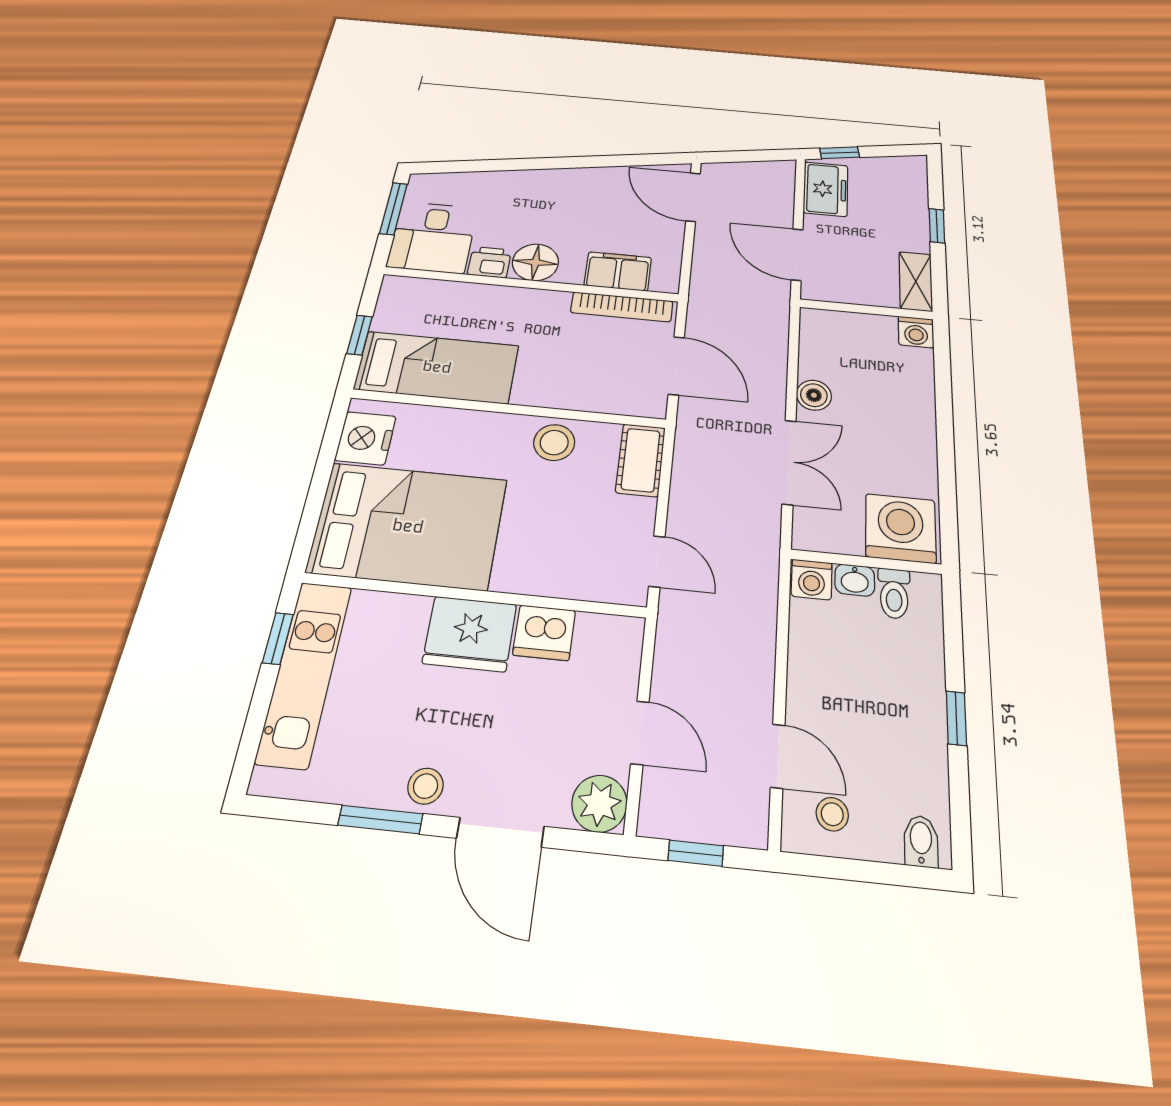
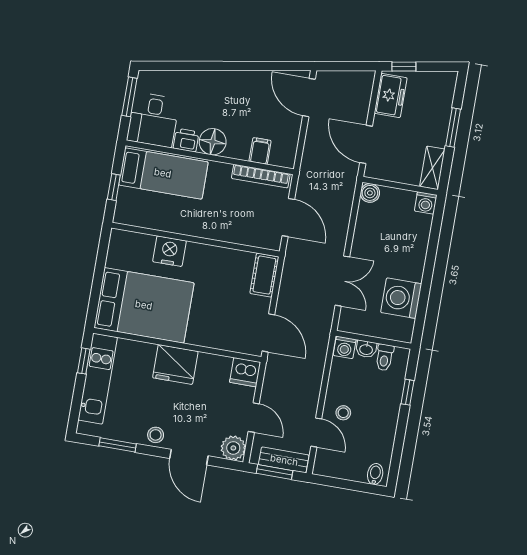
window: (937, 226) -> (453, 128), width x1.50
filing cabinet: (618, 271) -> (260, 151), width x0.50
bed: (437, 367) -> (163, 173), moved
boiler: (814, 395) -> (370, 193), moved
nightstand: (365, 438) -> (169, 251), moved, turned 90
stool: (554, 443) -> (219, 262), removed
washing machine: (901, 528) -> (401, 298), moved, turned -90
door: (657, 561) -> (268, 333), width x1.38
dishwasher: (544, 633) -> (245, 372), moved
window: (956, 718) -> (407, 392), moved
stool: (832, 814) -> (343, 413), moved
window: (380, 820) -> (118, 445), moved
bench: (714, 823) -> (284, 460), added
window: (696, 853) -> (275, 472), width x1.50

